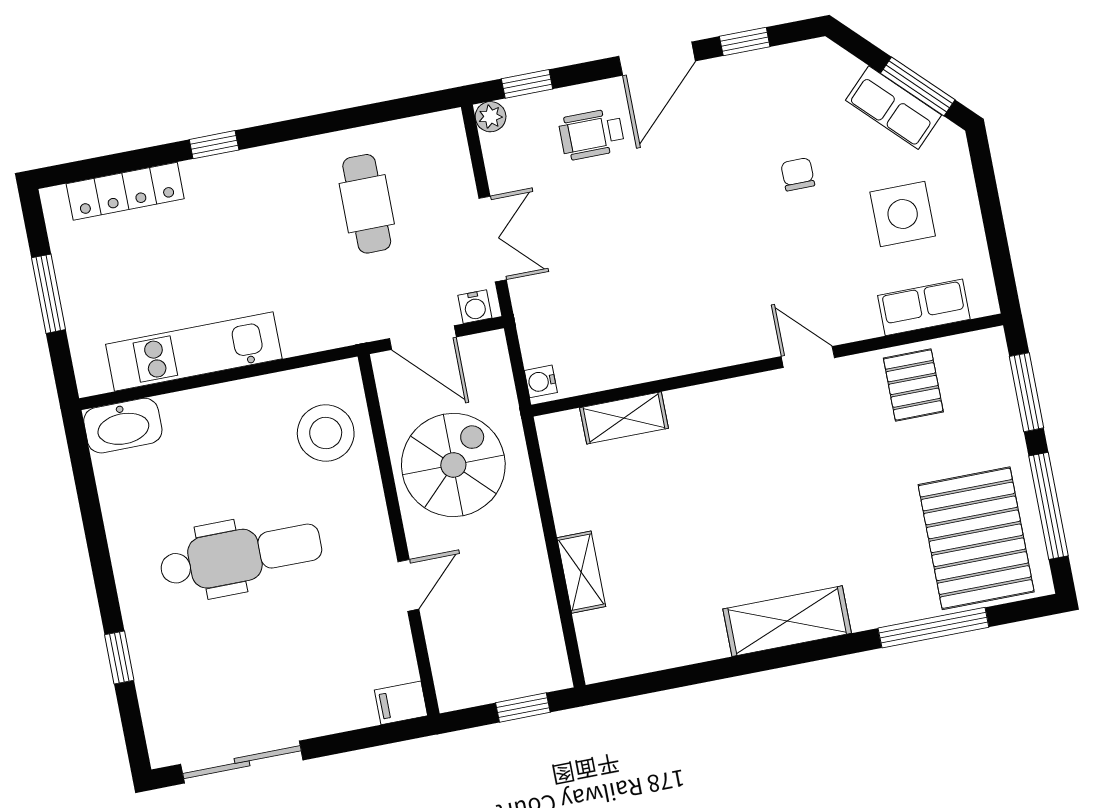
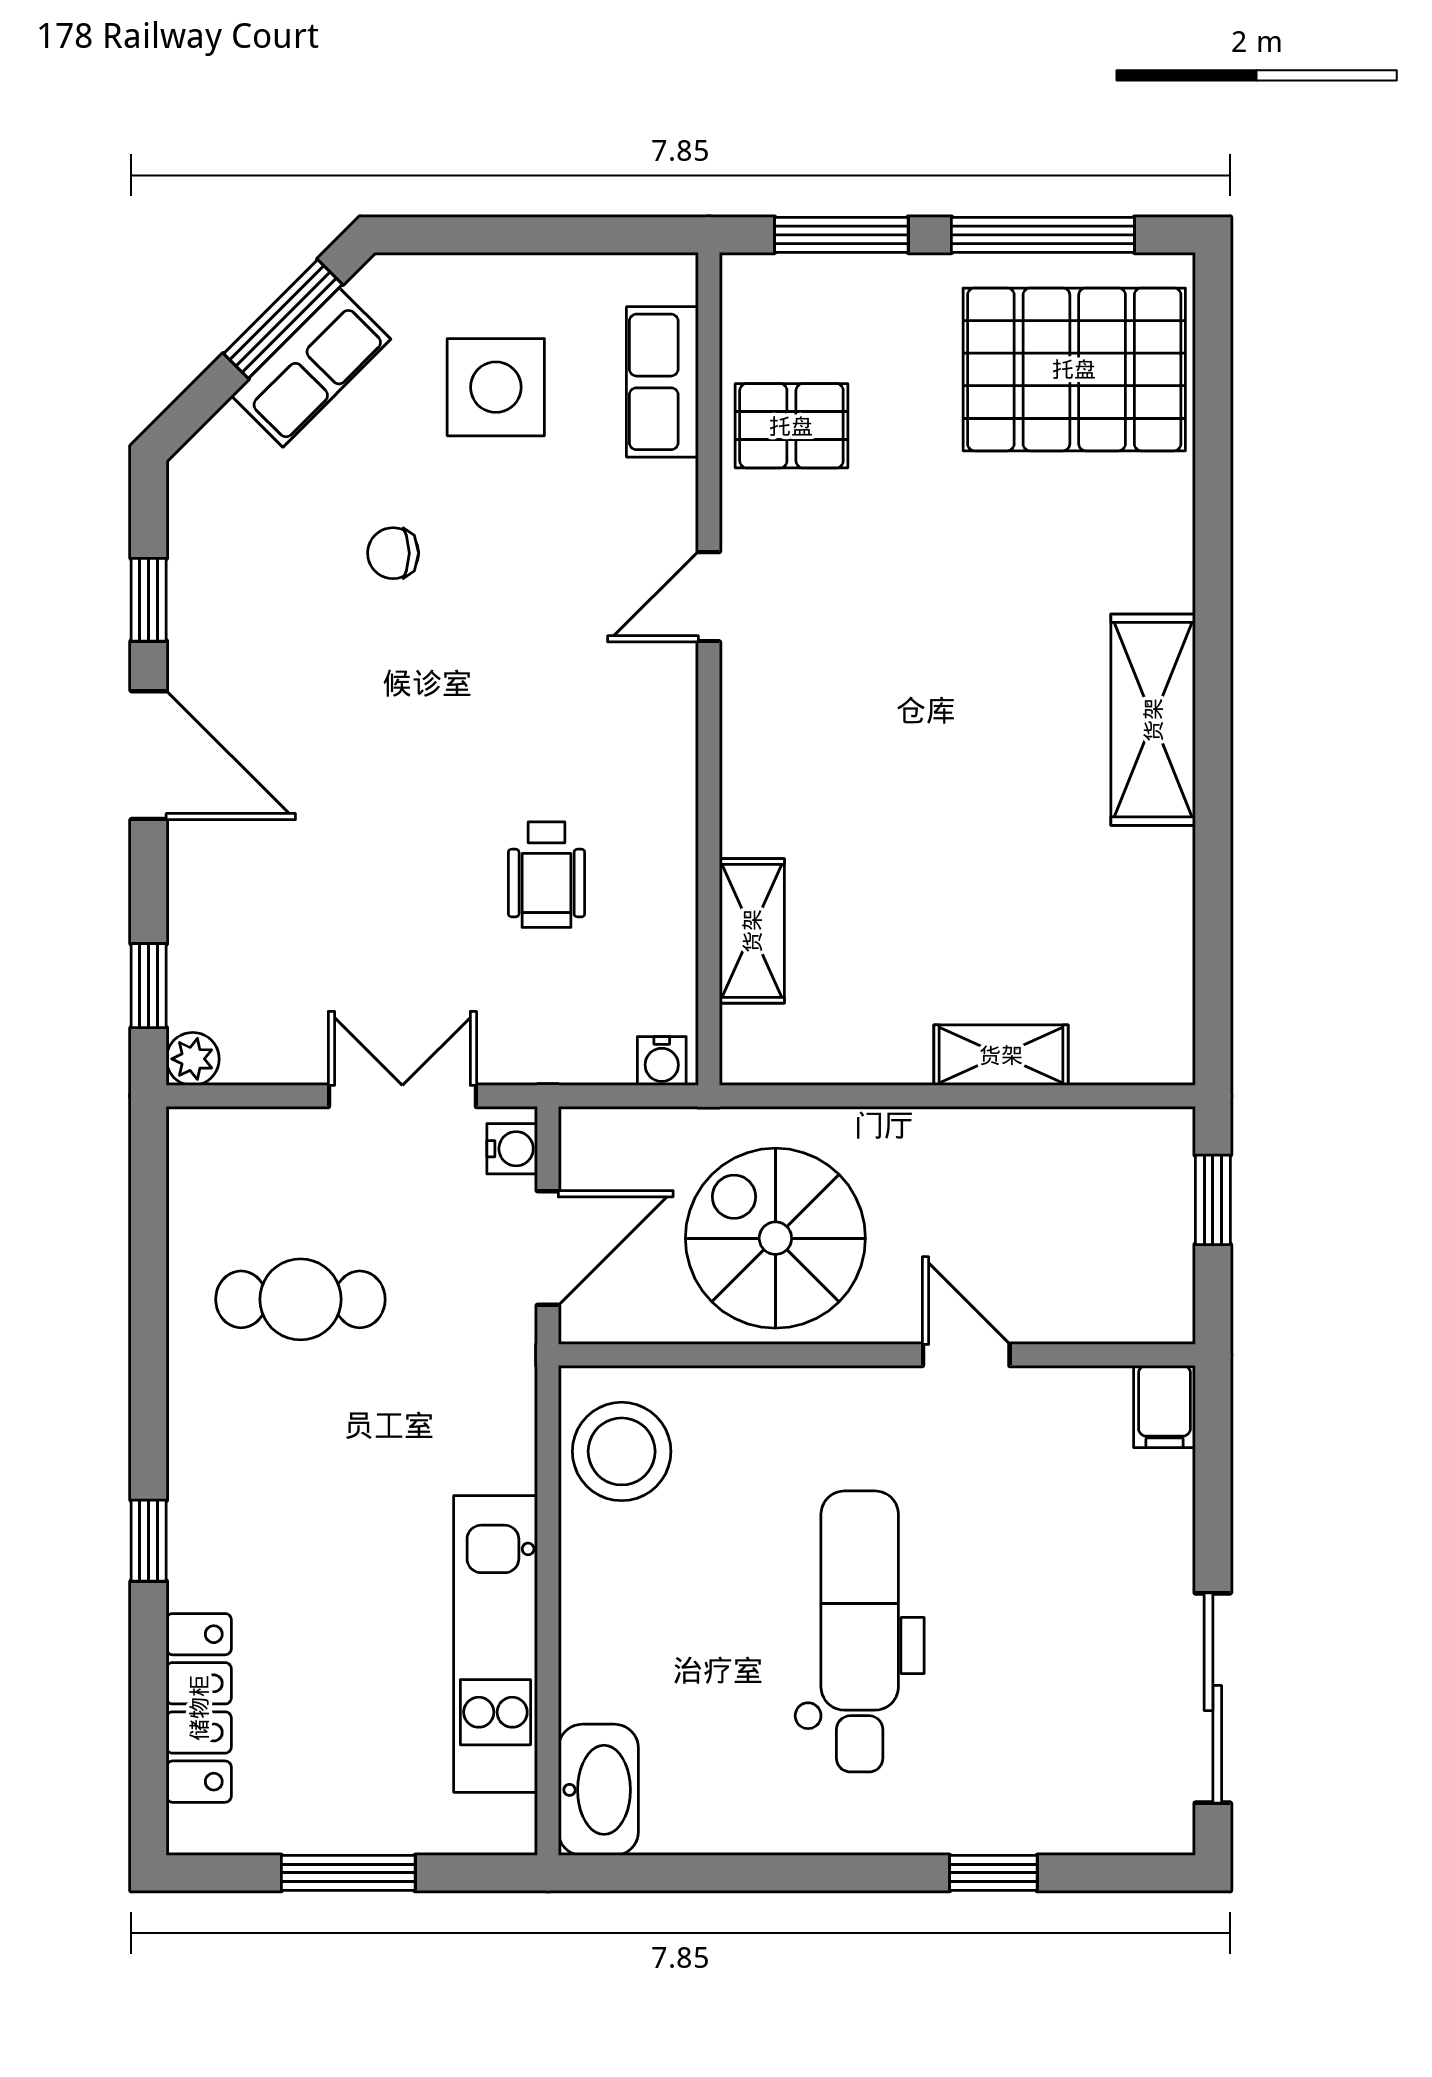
wheelchair: (592, 134) -> (547, 875), moved
stool: (326, 433) -> (622, 1451), moved
window: (933, 628) -> (1213, 472), removed

